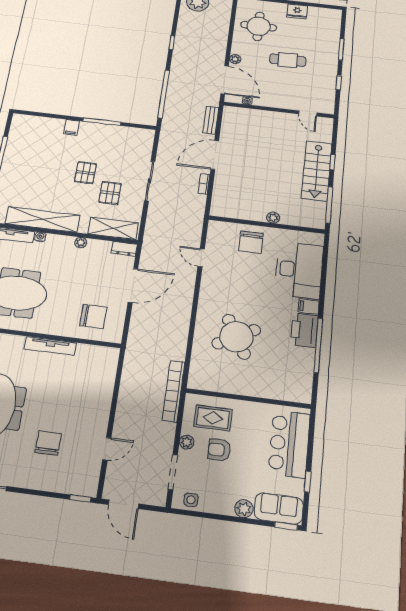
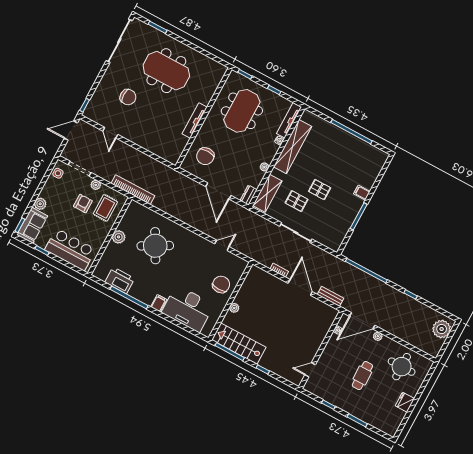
stairs: (317, 171) -> (239, 344), moved
chair: (251, 242) -> (221, 284), turned 90
printer: (304, 330) -> (120, 280), moved
plant: (245, 387) -> (119, 237), added

